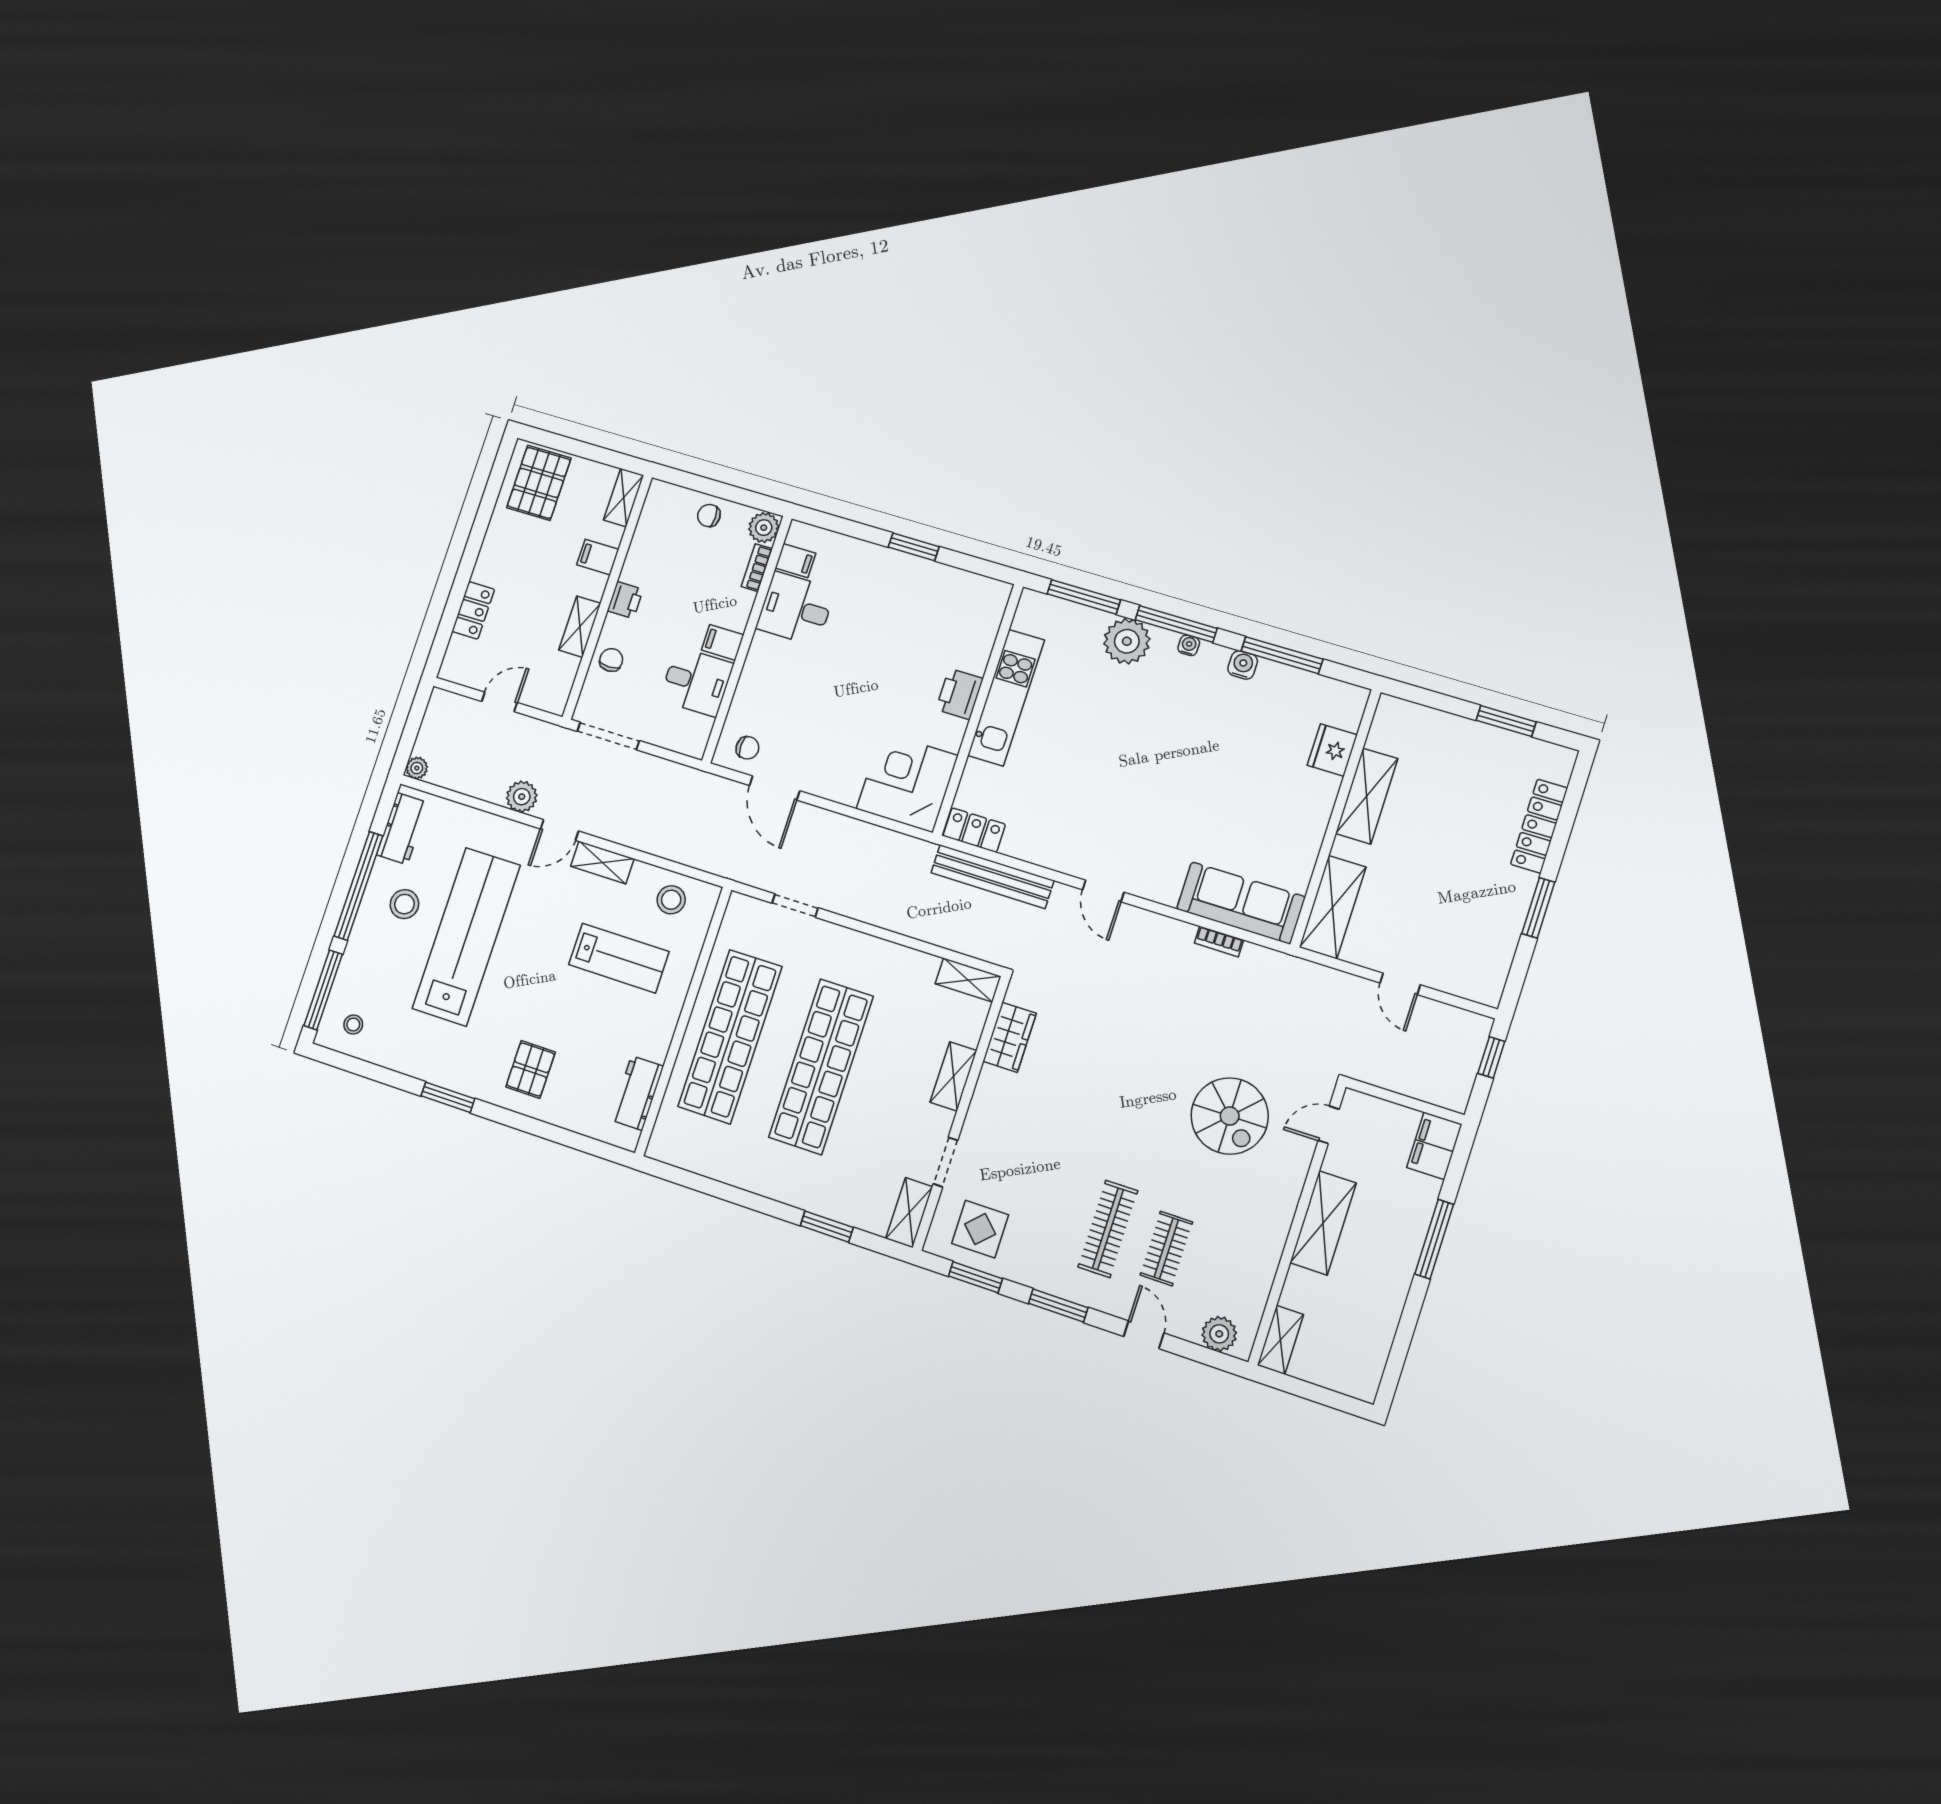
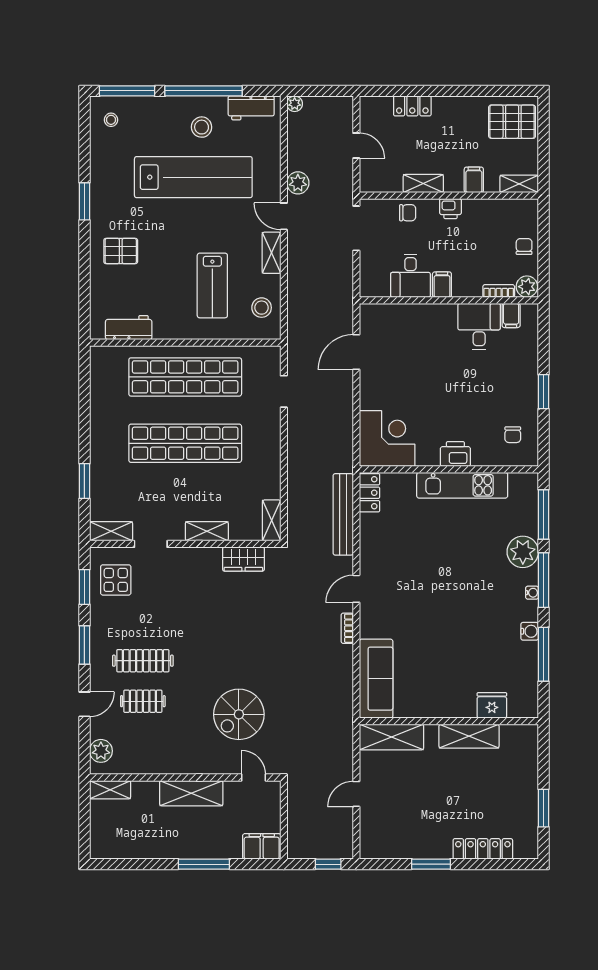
chair: (747, 748) -> (513, 435), moved
bookcase: (1219, 941) -> (347, 628), moved

